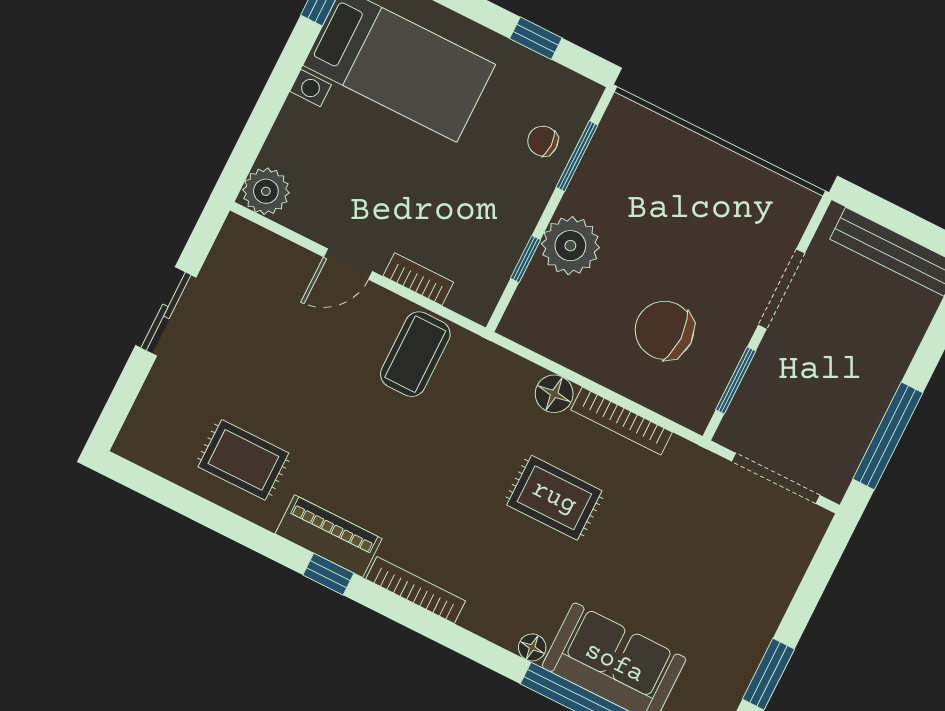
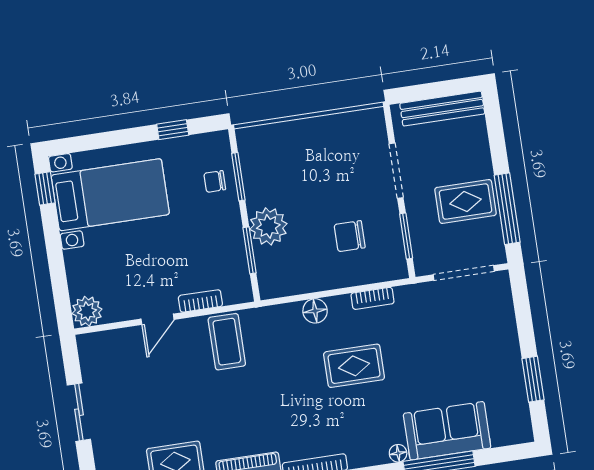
window: (525, 259) -> (250, 250), width x1.50
chair: (664, 330) -> (350, 236), width x0.73, depth x0.73
rug: (841, 390) -> (466, 201), added
bookcase: (622, 421) -> (373, 298), width x0.64

